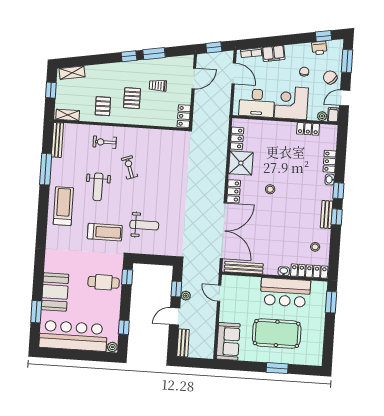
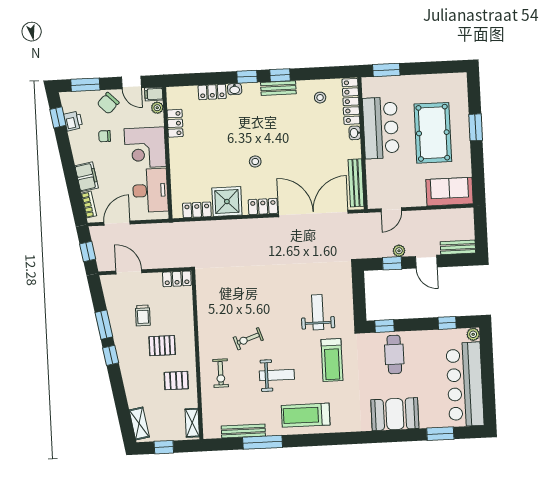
bench: (57, 140) -> (243, 431), moved
treadmill: (105, 232) -> (332, 360), turned 180
booth: (55, 292) -> (395, 414), moved

